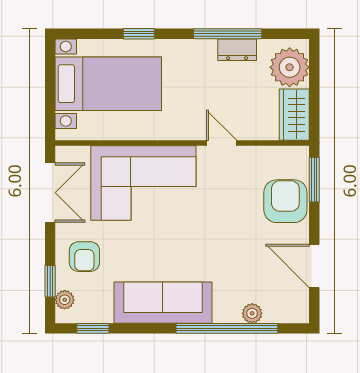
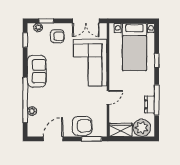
armchair: (84, 257) -> (57, 36), turned 180
sofa: (163, 303) -> (37, 71), width x0.73

